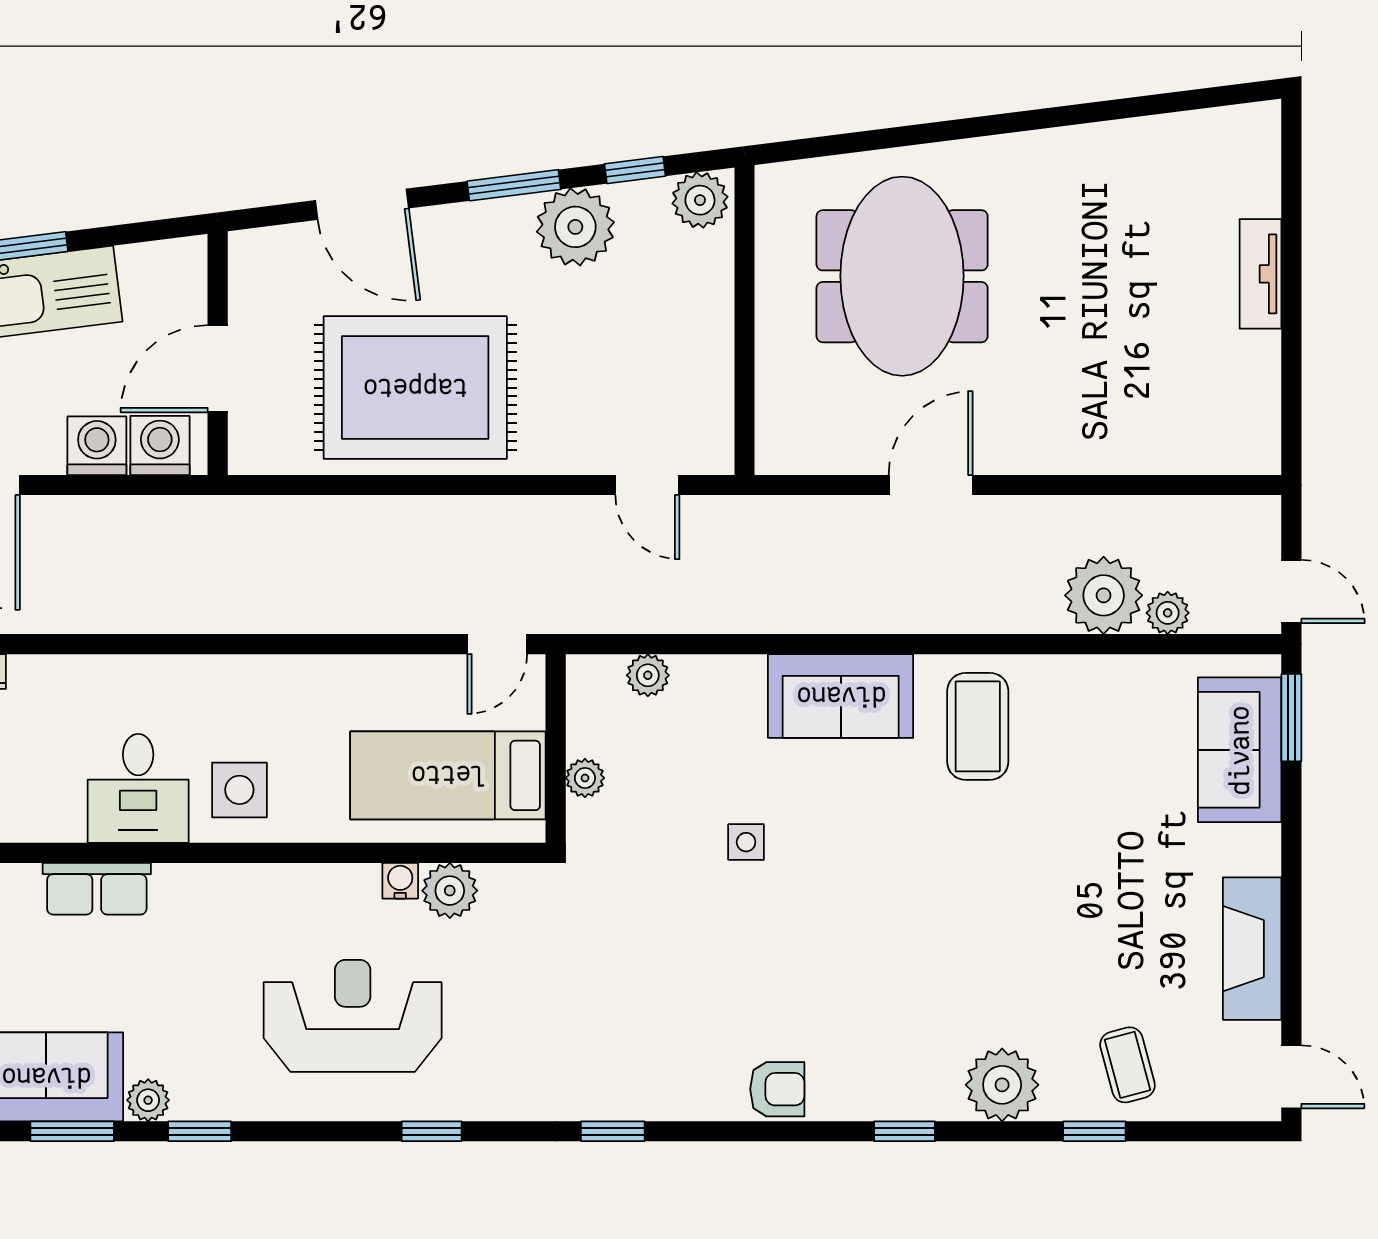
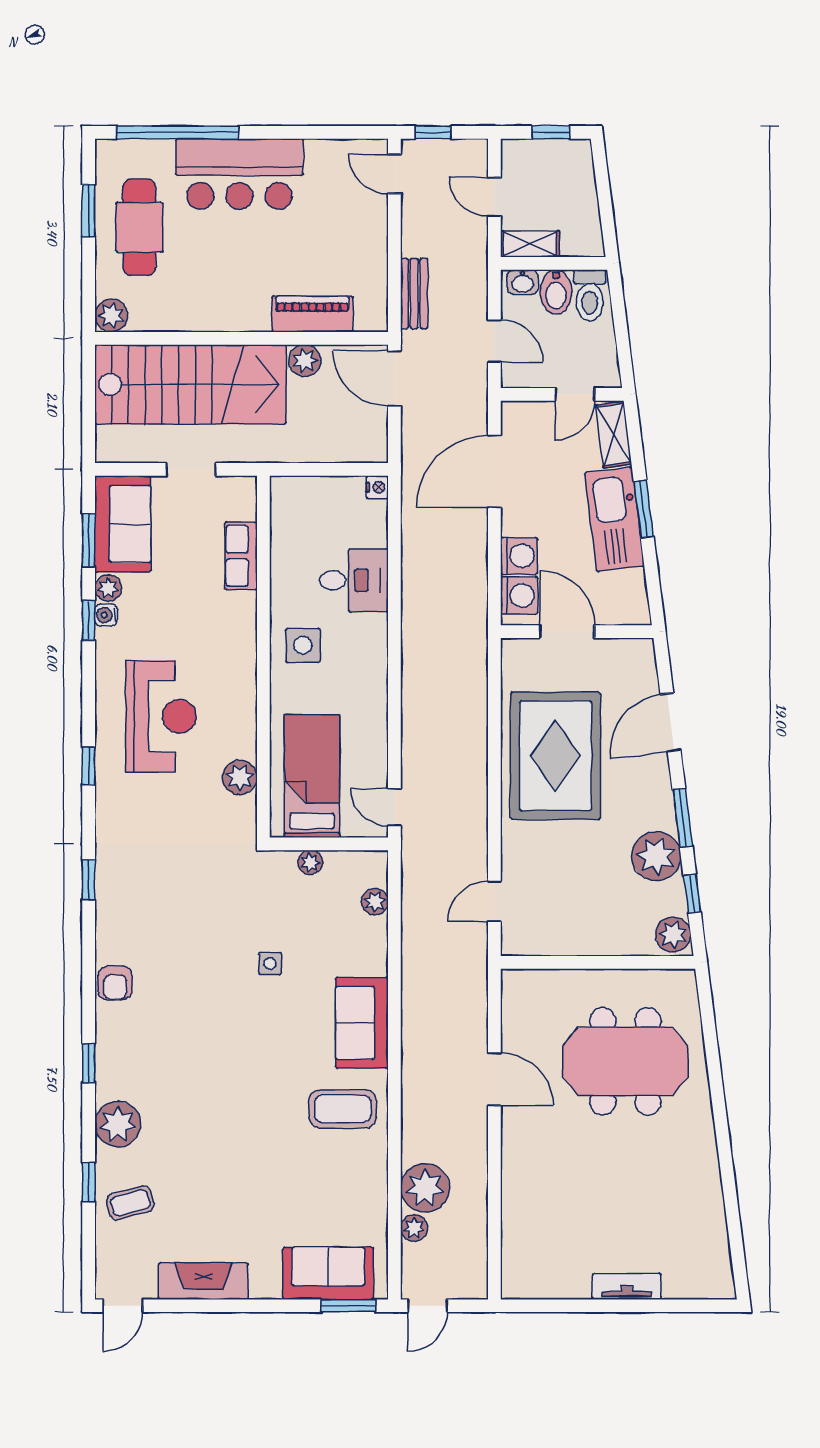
desk: (138, 788) -> (354, 580), moved, turned 180
water cooler: (400, 881) -> (106, 615), moved, turned 180

